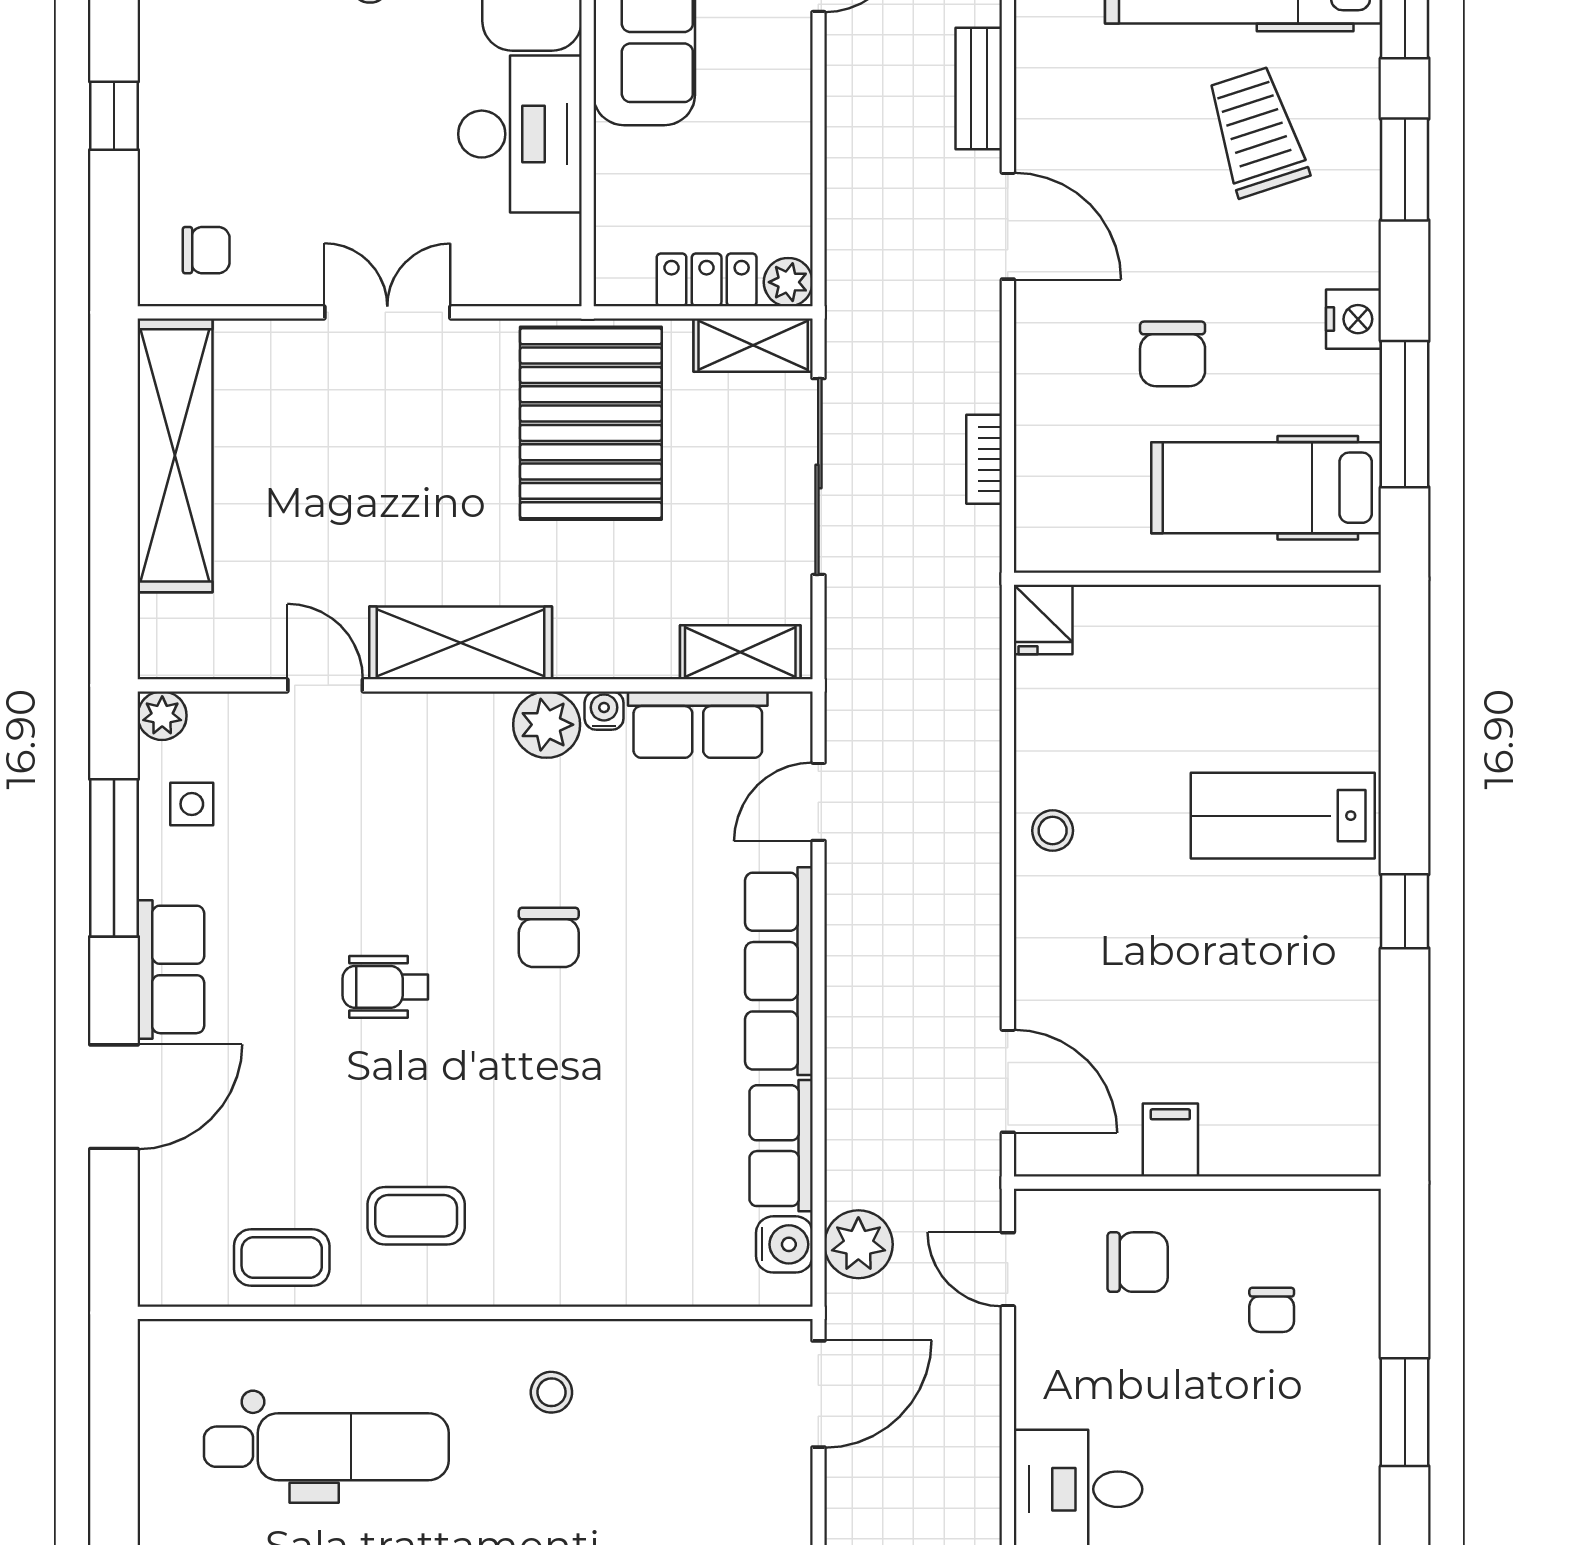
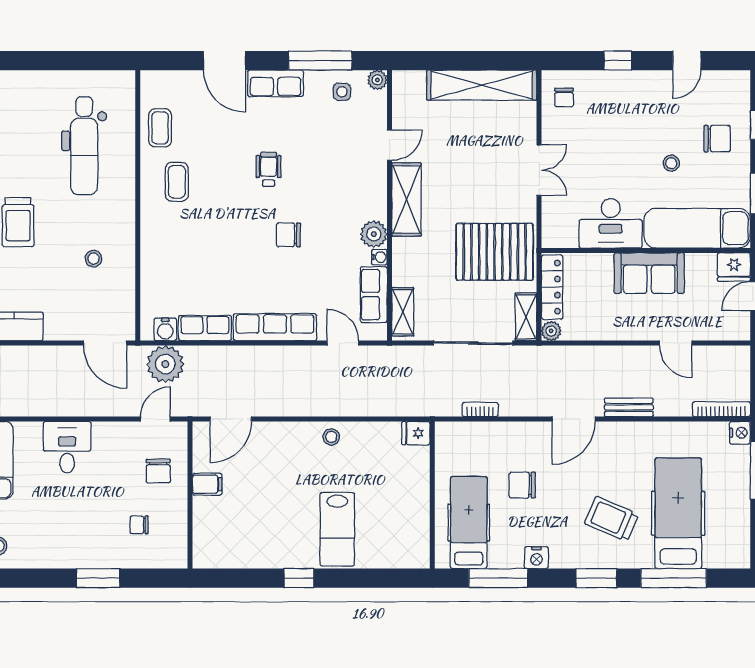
trolley: (1257, 132) -> (611, 519), turned -139
locker: (707, 280) -> (552, 287), width x1.53
lab bench: (1283, 816) -> (337, 529), turned 180
plant: (858, 1244) -> (165, 364), width x1.36, depth x1.36
stool: (551, 1392) -> (93, 259), moved

